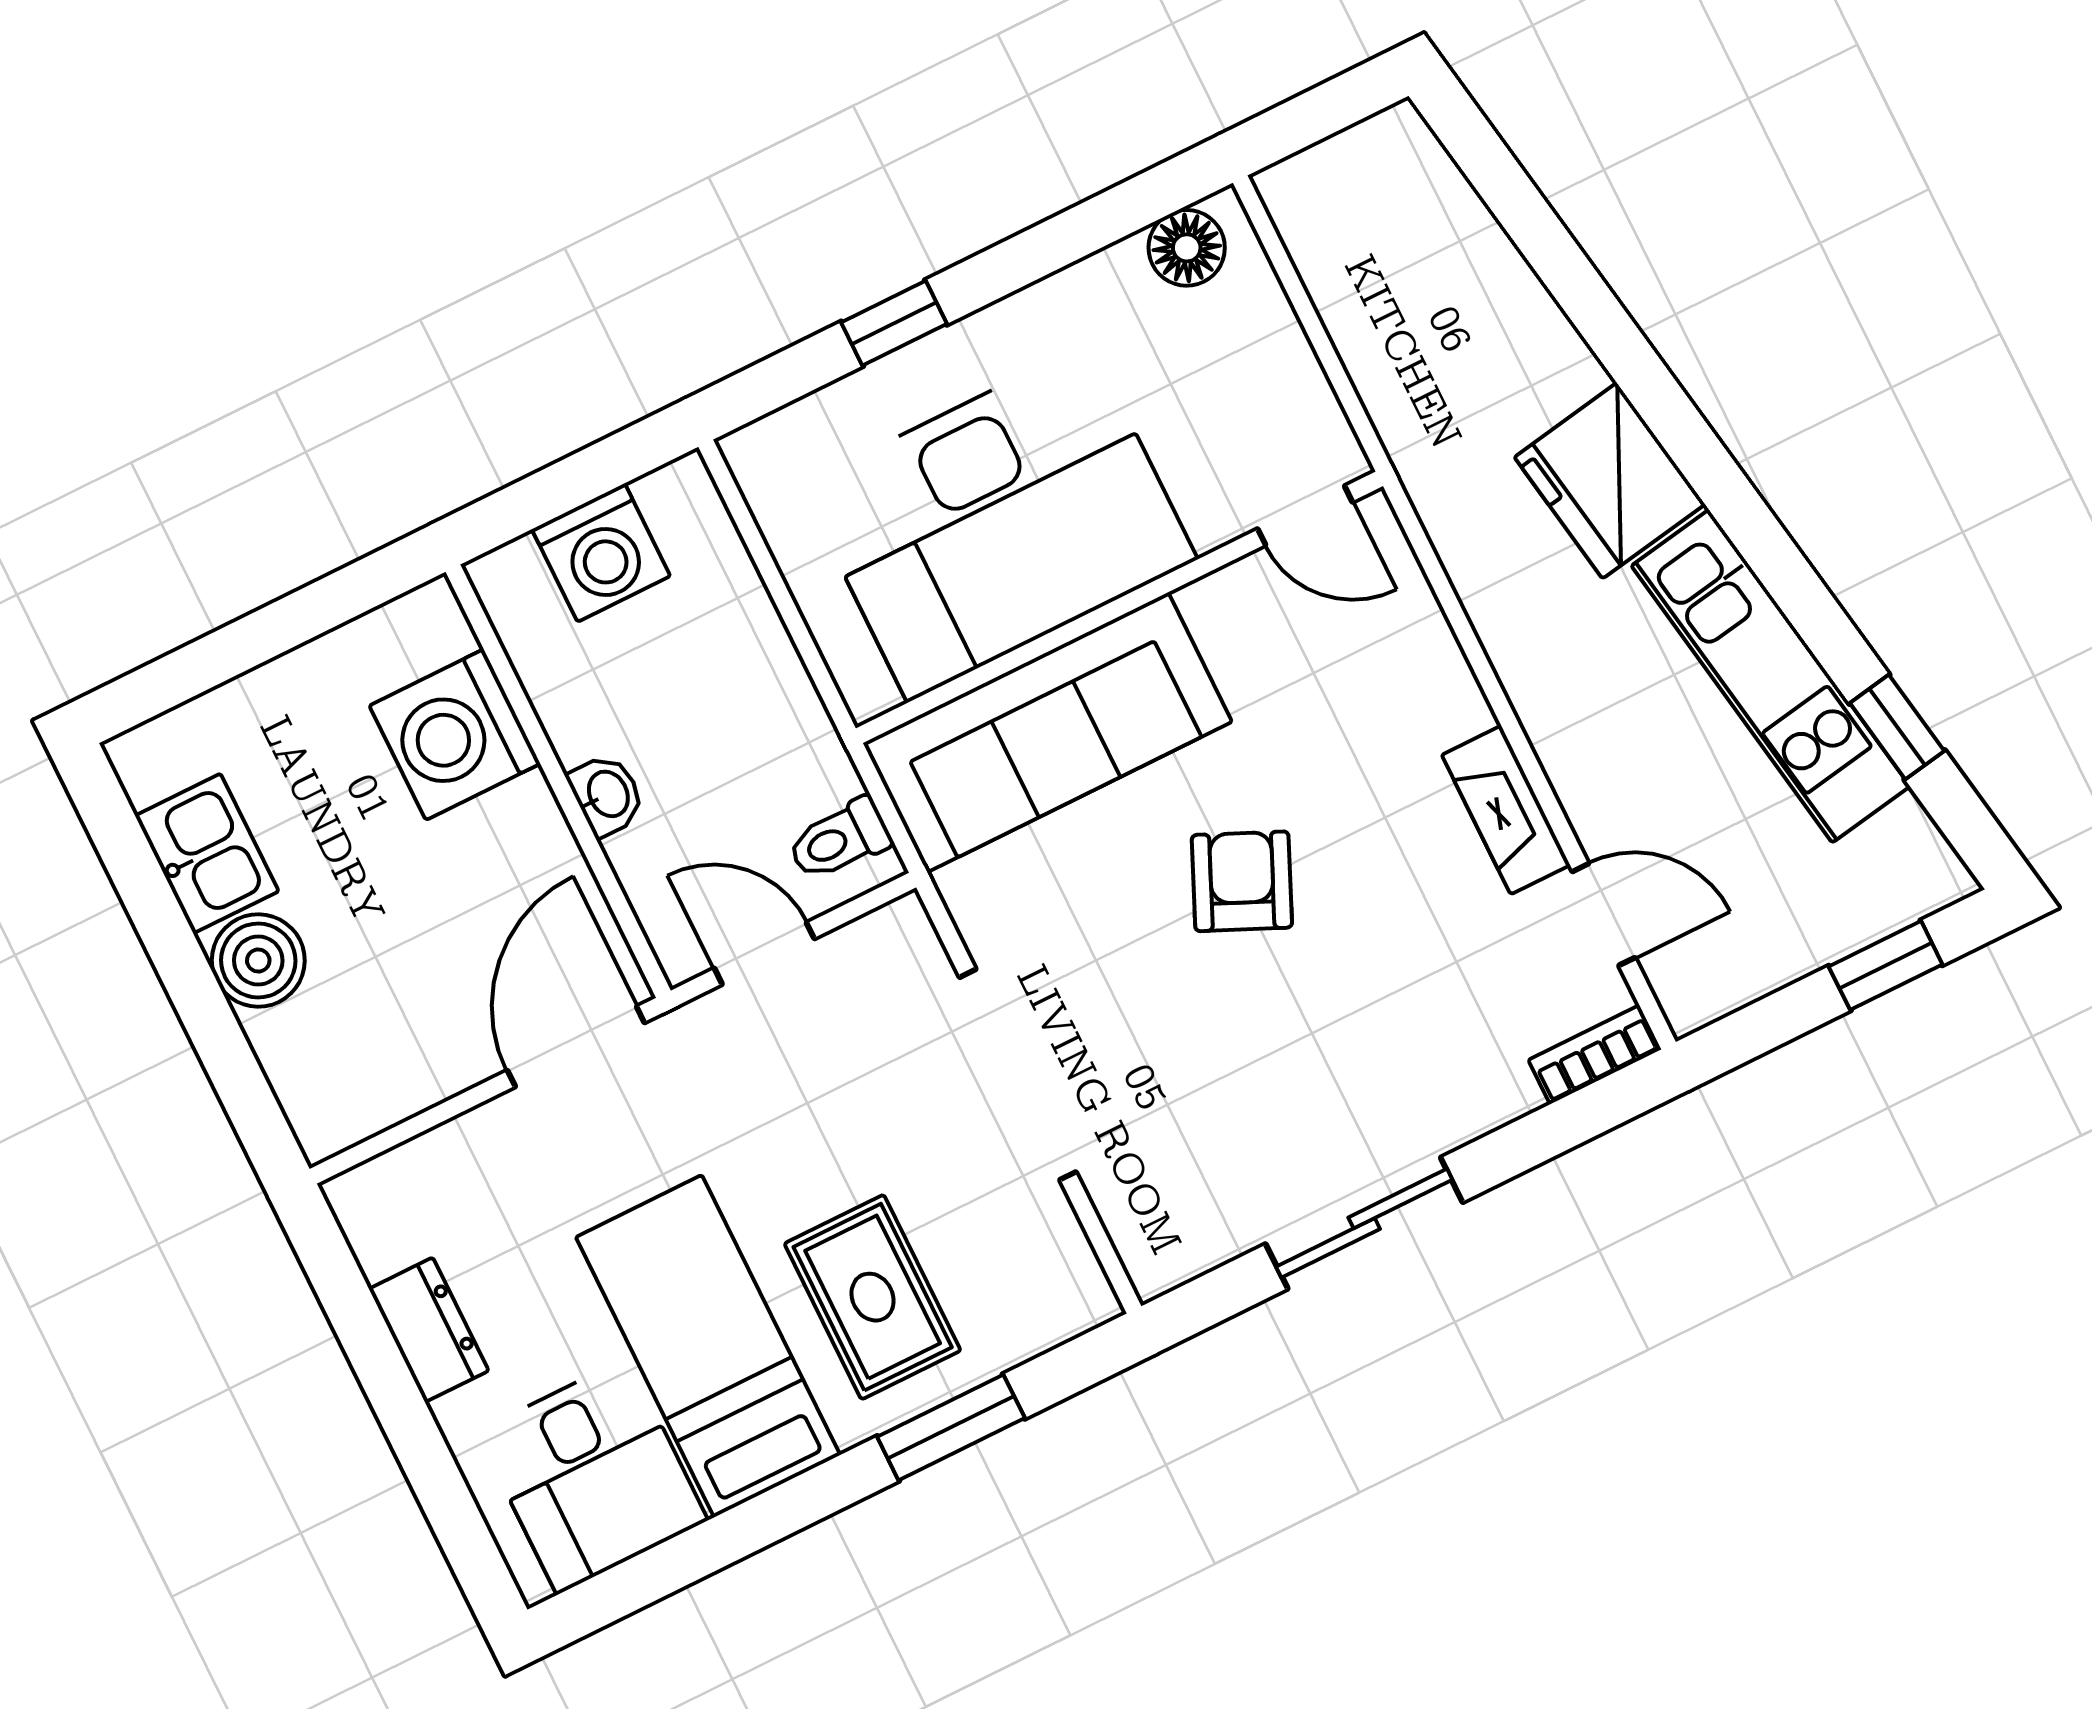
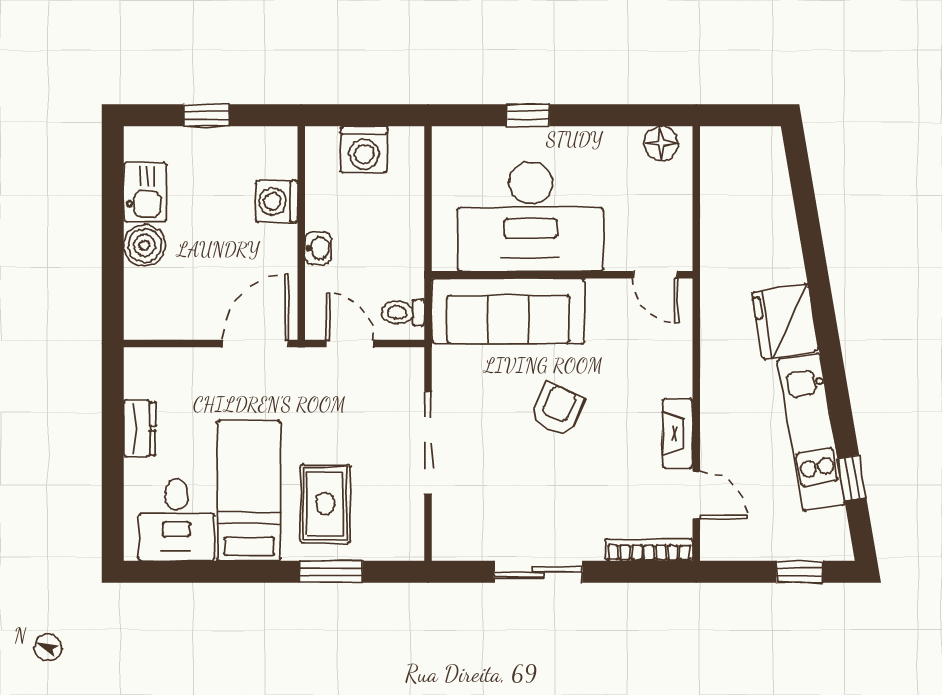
window: (253, 640) -> (206, 115), added
washing machine: (455, 735) -> (277, 201), width x0.73, depth x0.73
bookcase: (1595, 1055) -> (649, 550), width x1.56

